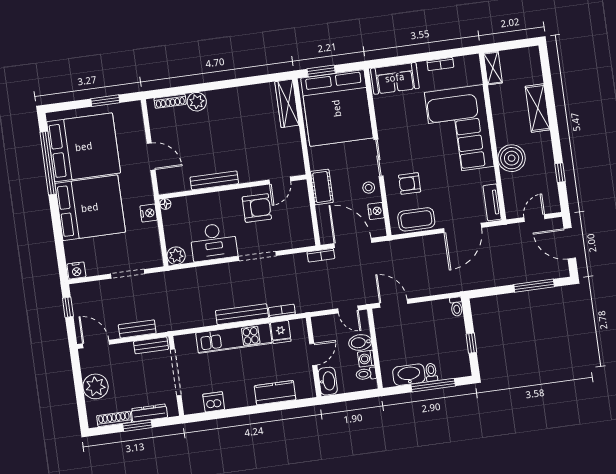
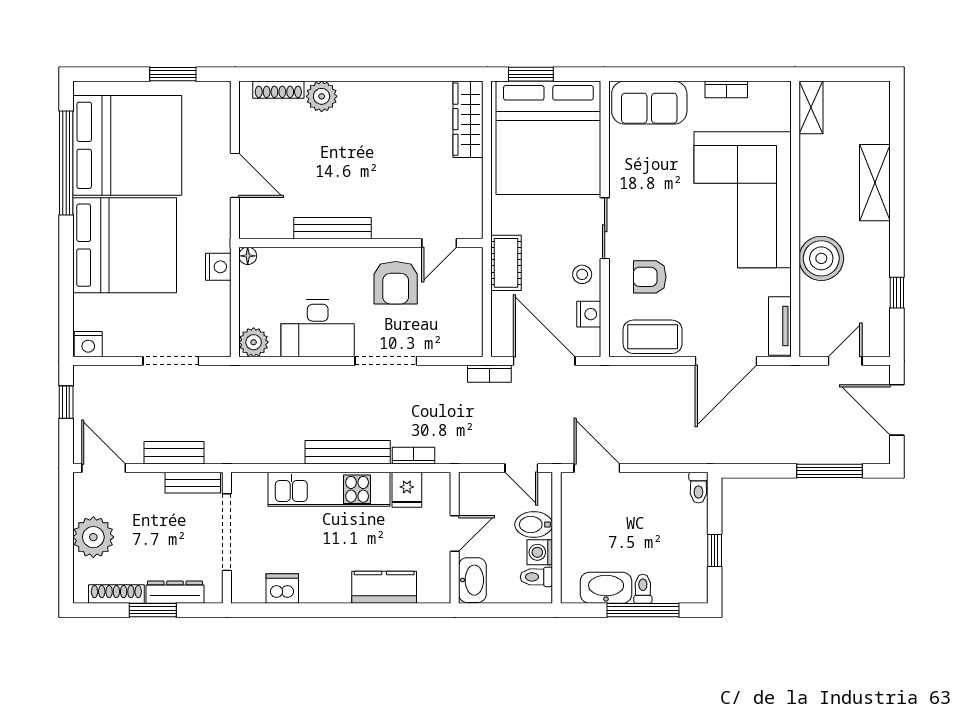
armchair: (257, 208) -> (396, 283), turned 90

